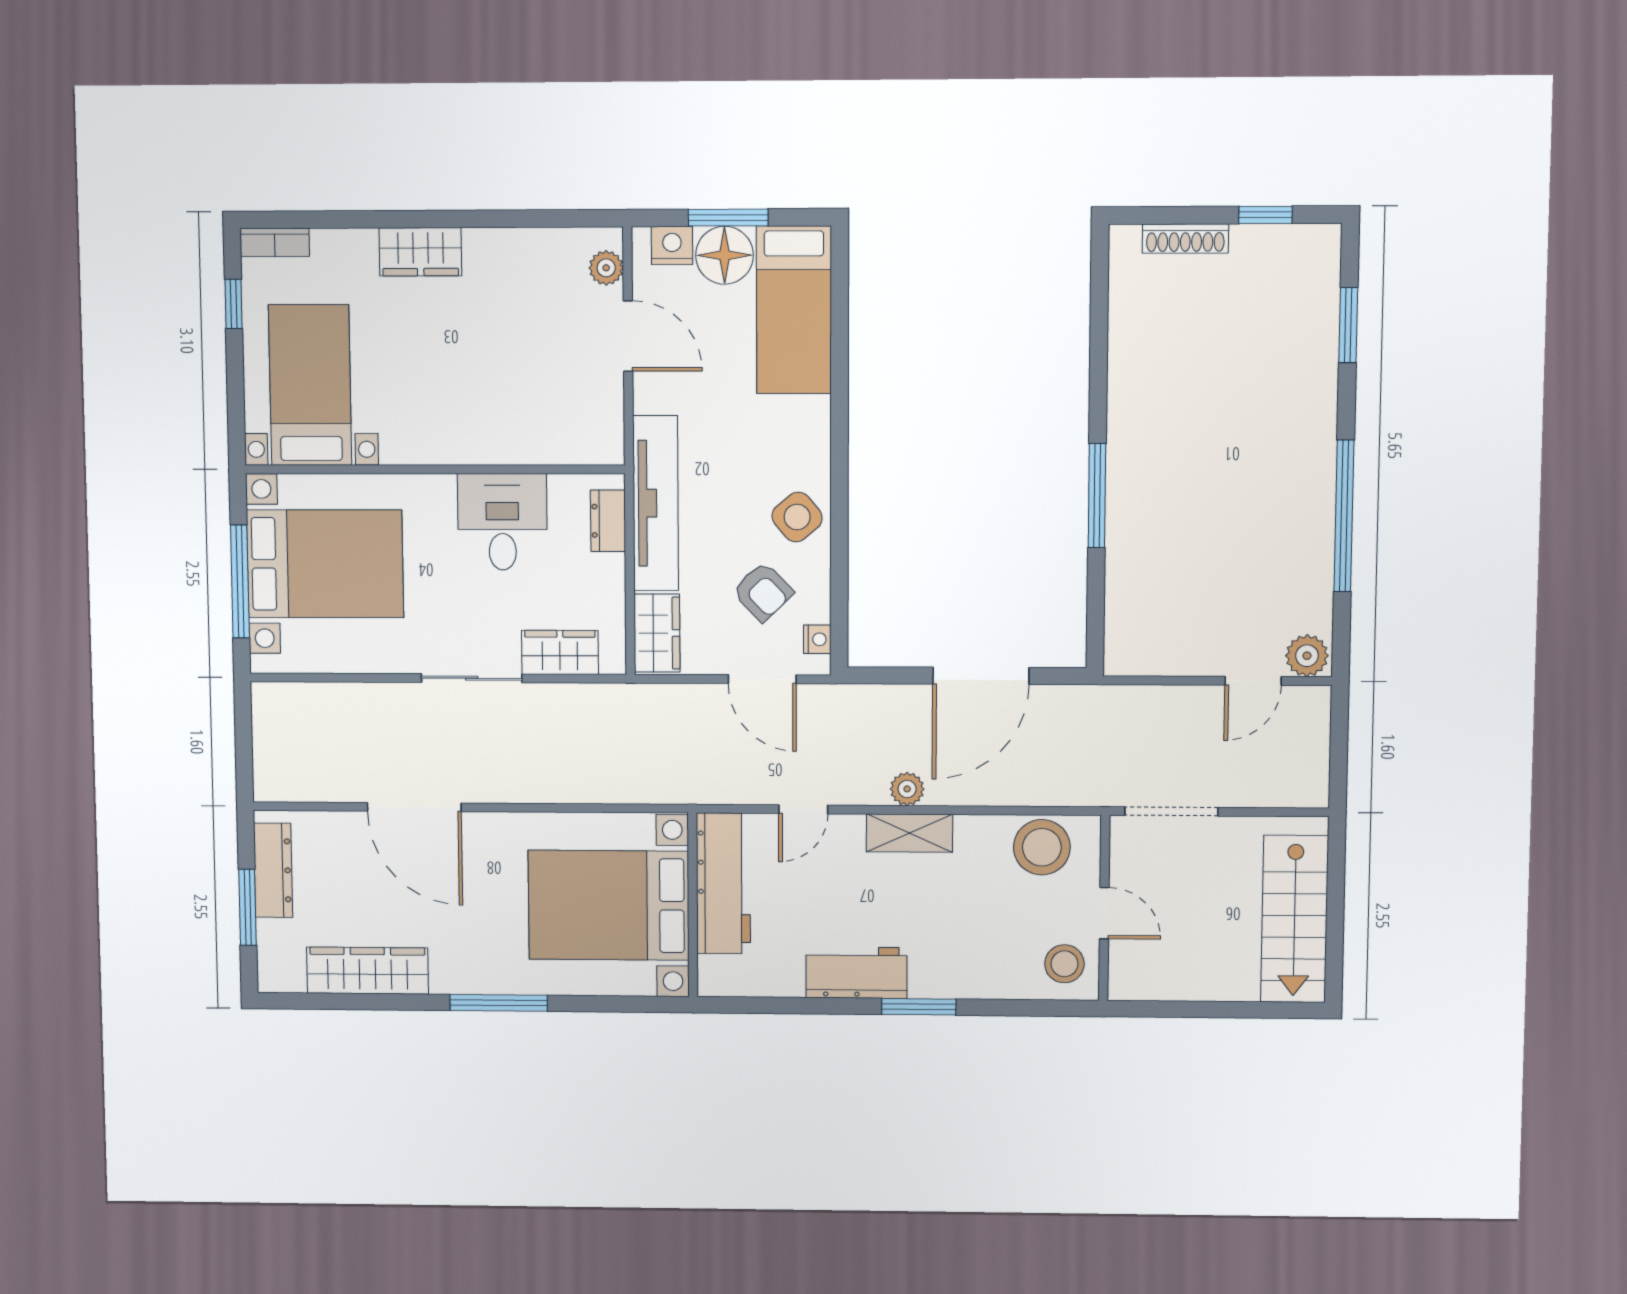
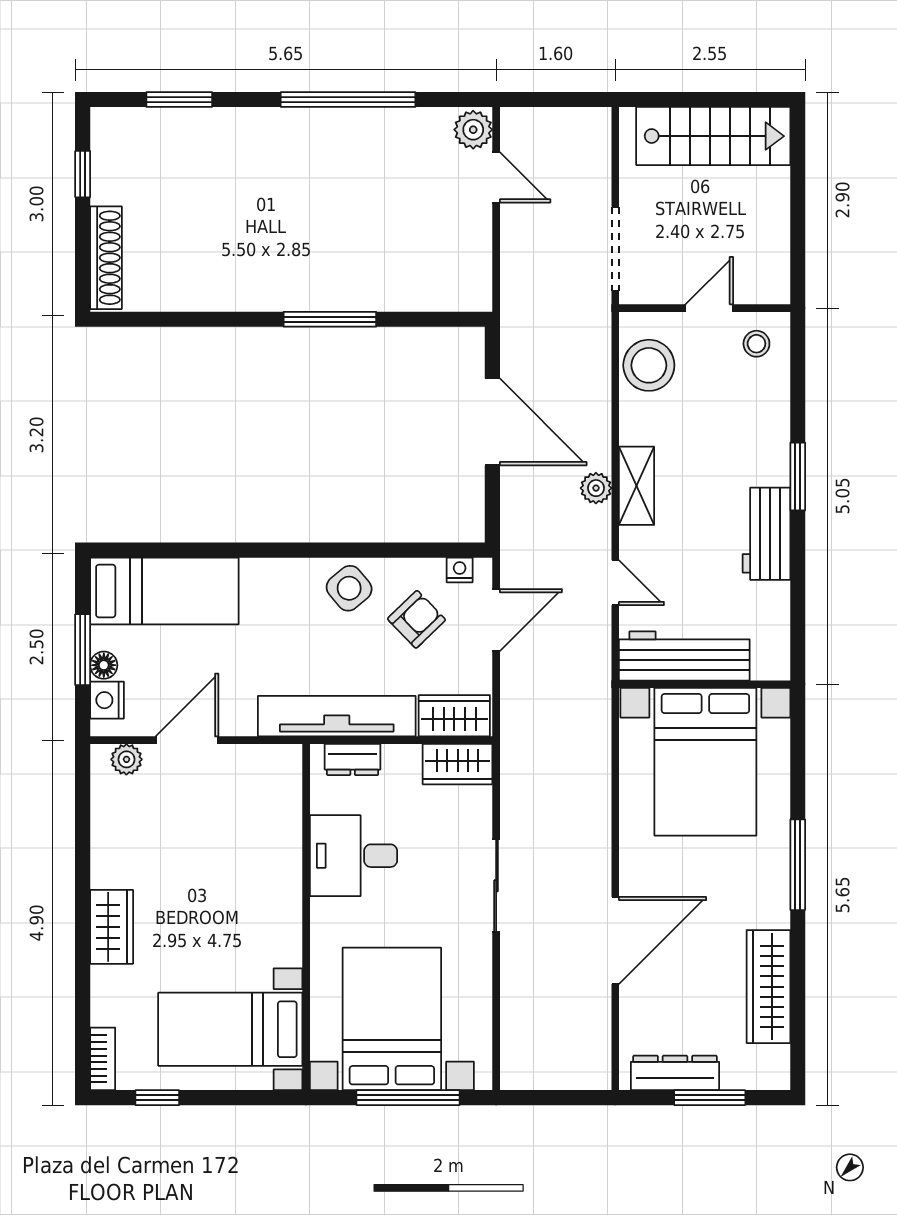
shoe rack: (1185, 239) -> (106, 258), width x1.36, depth x1.24
floor lamp: (724, 255) -> (104, 665), width x0.53, depth x0.53
wardrobe: (560, 652) -> (458, 764), moved, turned -90
stool: (1064, 964) -> (756, 344), width x0.73, depth x0.73

